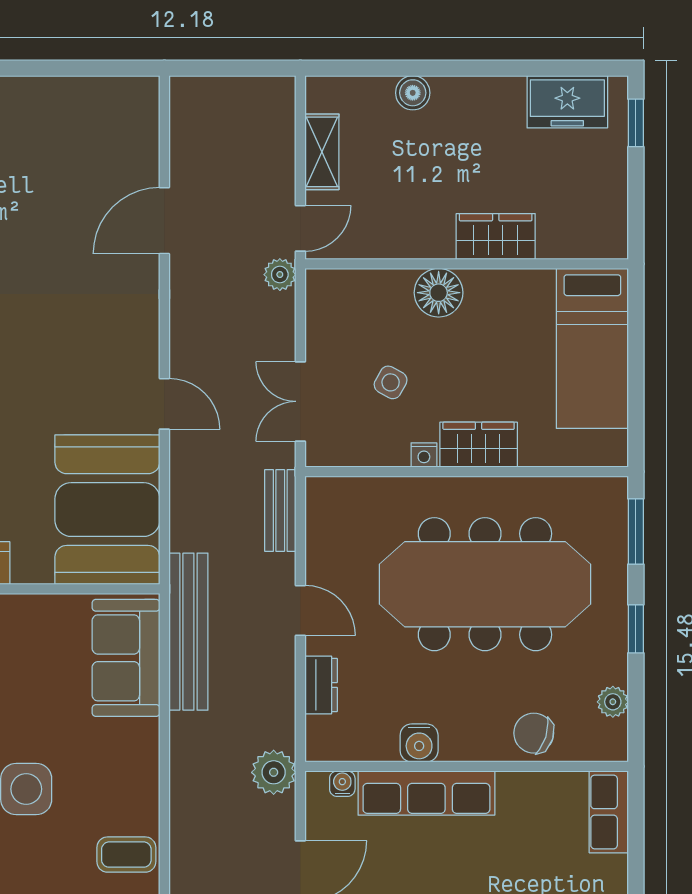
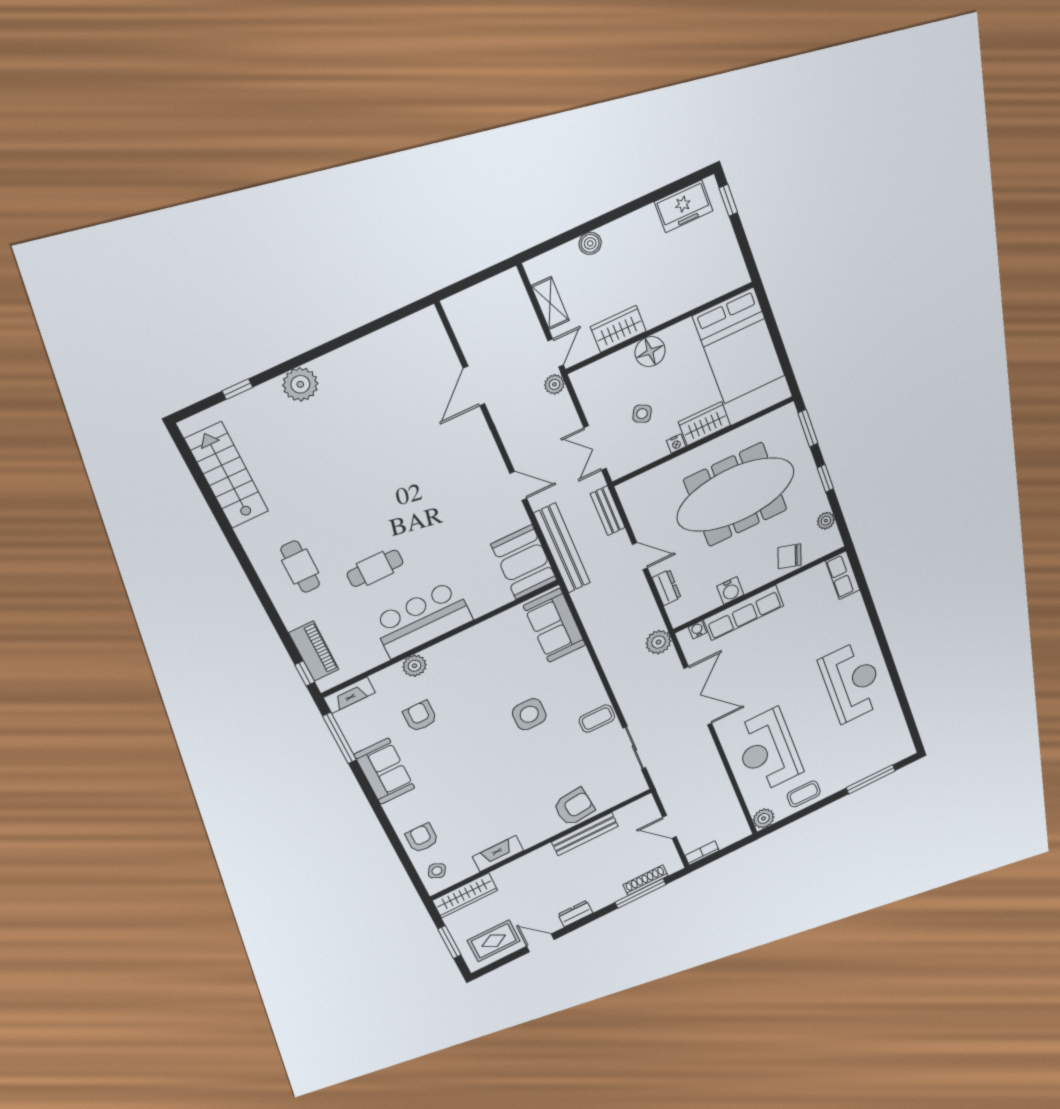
wardrobe: (496, 236) -> (618, 329), moved
bed: (592, 348) -> (739, 346), width x1.50
booth: (107, 510) -> (524, 562), width x0.73, depth x0.70
bench: (188, 632) -> (562, 548), moved

